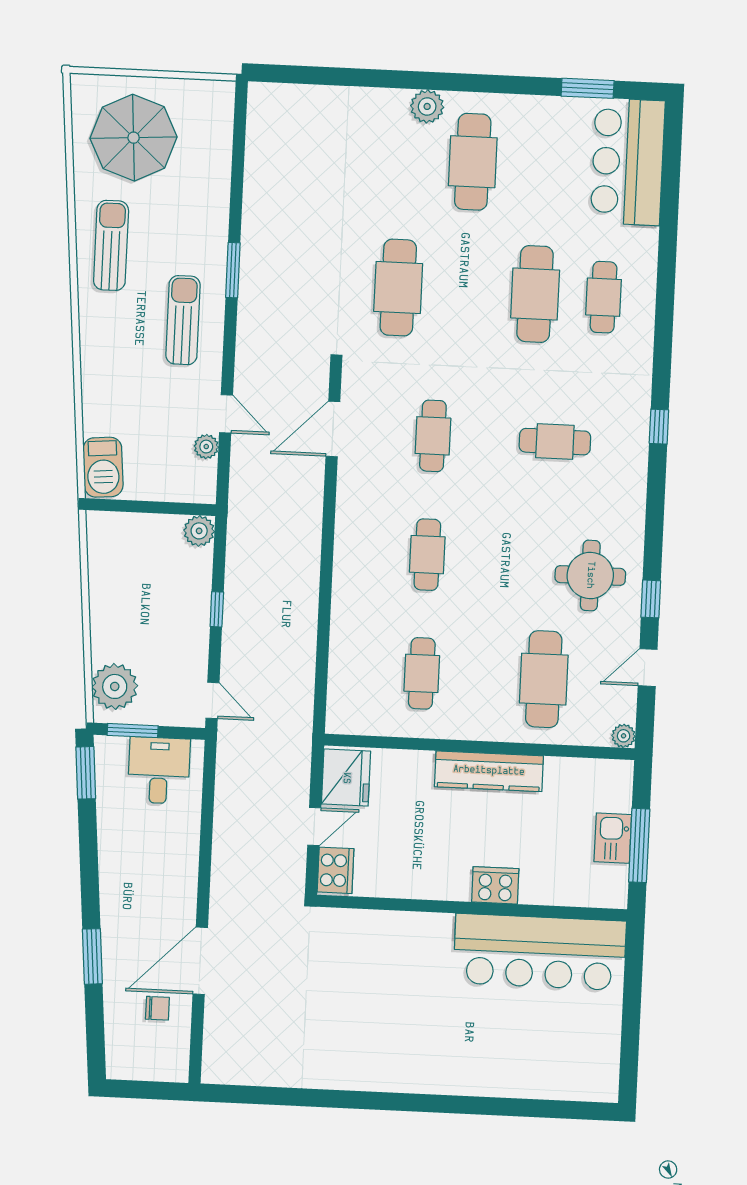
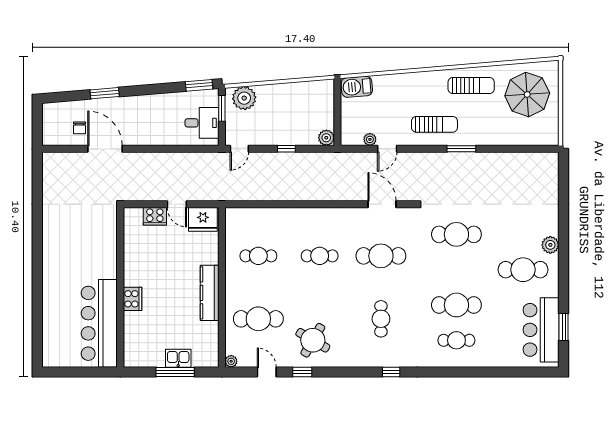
bar counter: (628, 162) -> (541, 330), moved, turned -90
cafe table: (433, 436) -> (381, 256), width x1.37, depth x1.35
round table: (590, 575) -> (313, 340), turned 30
cooker: (495, 885) -> (133, 299), moved
wall: (472, 908) -> (120, 287), moved
bar counter: (540, 952) -> (99, 323), moved

